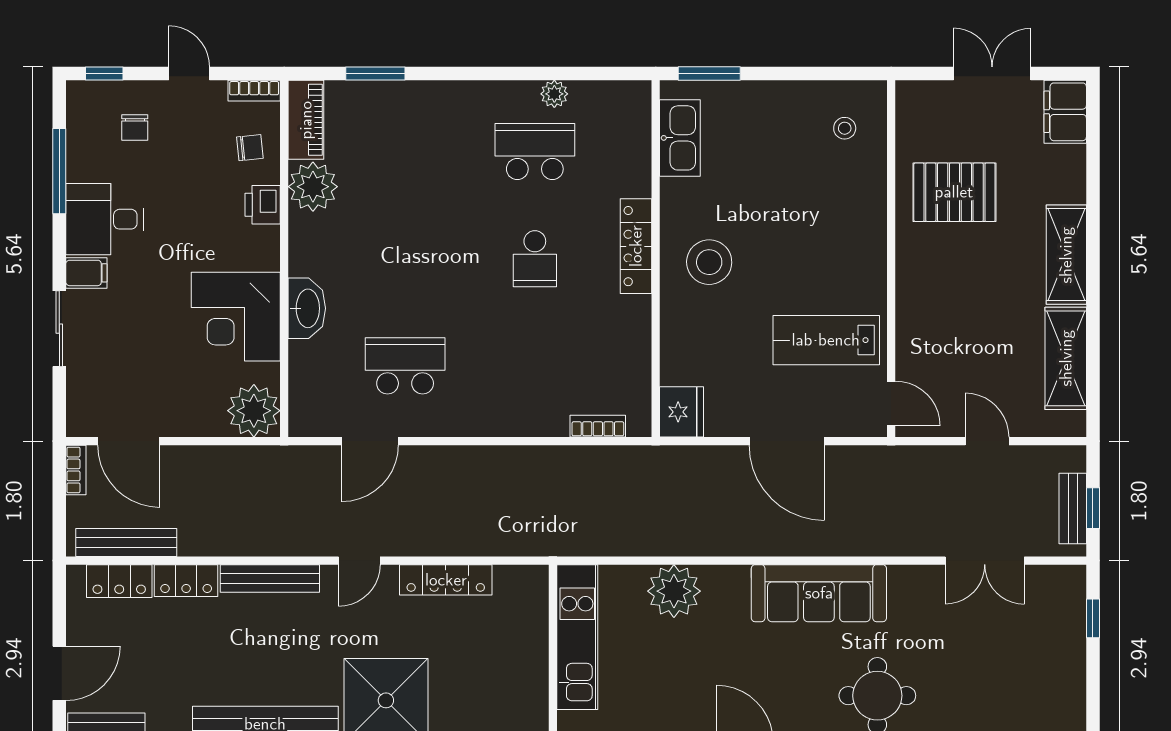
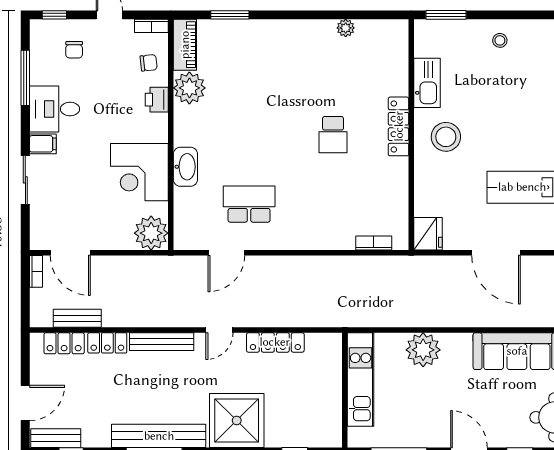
stool: (845, 128) -> (500, 40), moved
kitchen sink: (680, 138) -> (427, 83), moved
school desk: (535, 151) -> (333, 65), removed
bench: (126, 542) -> (77, 318), width x0.73

